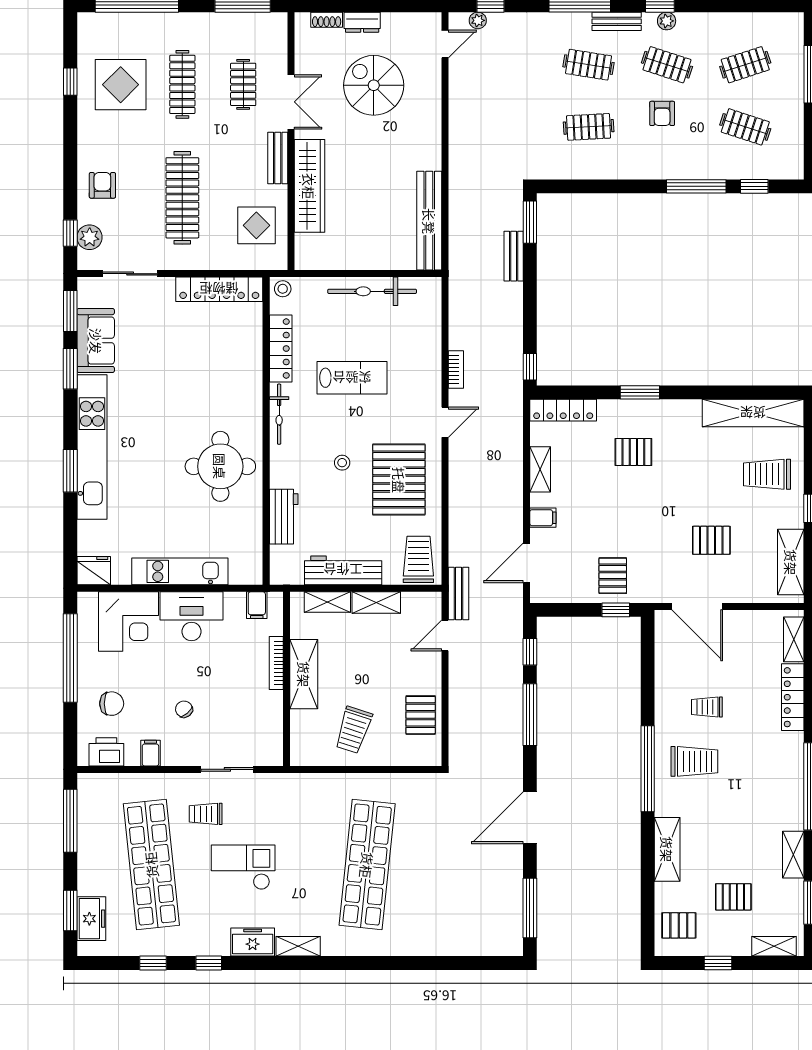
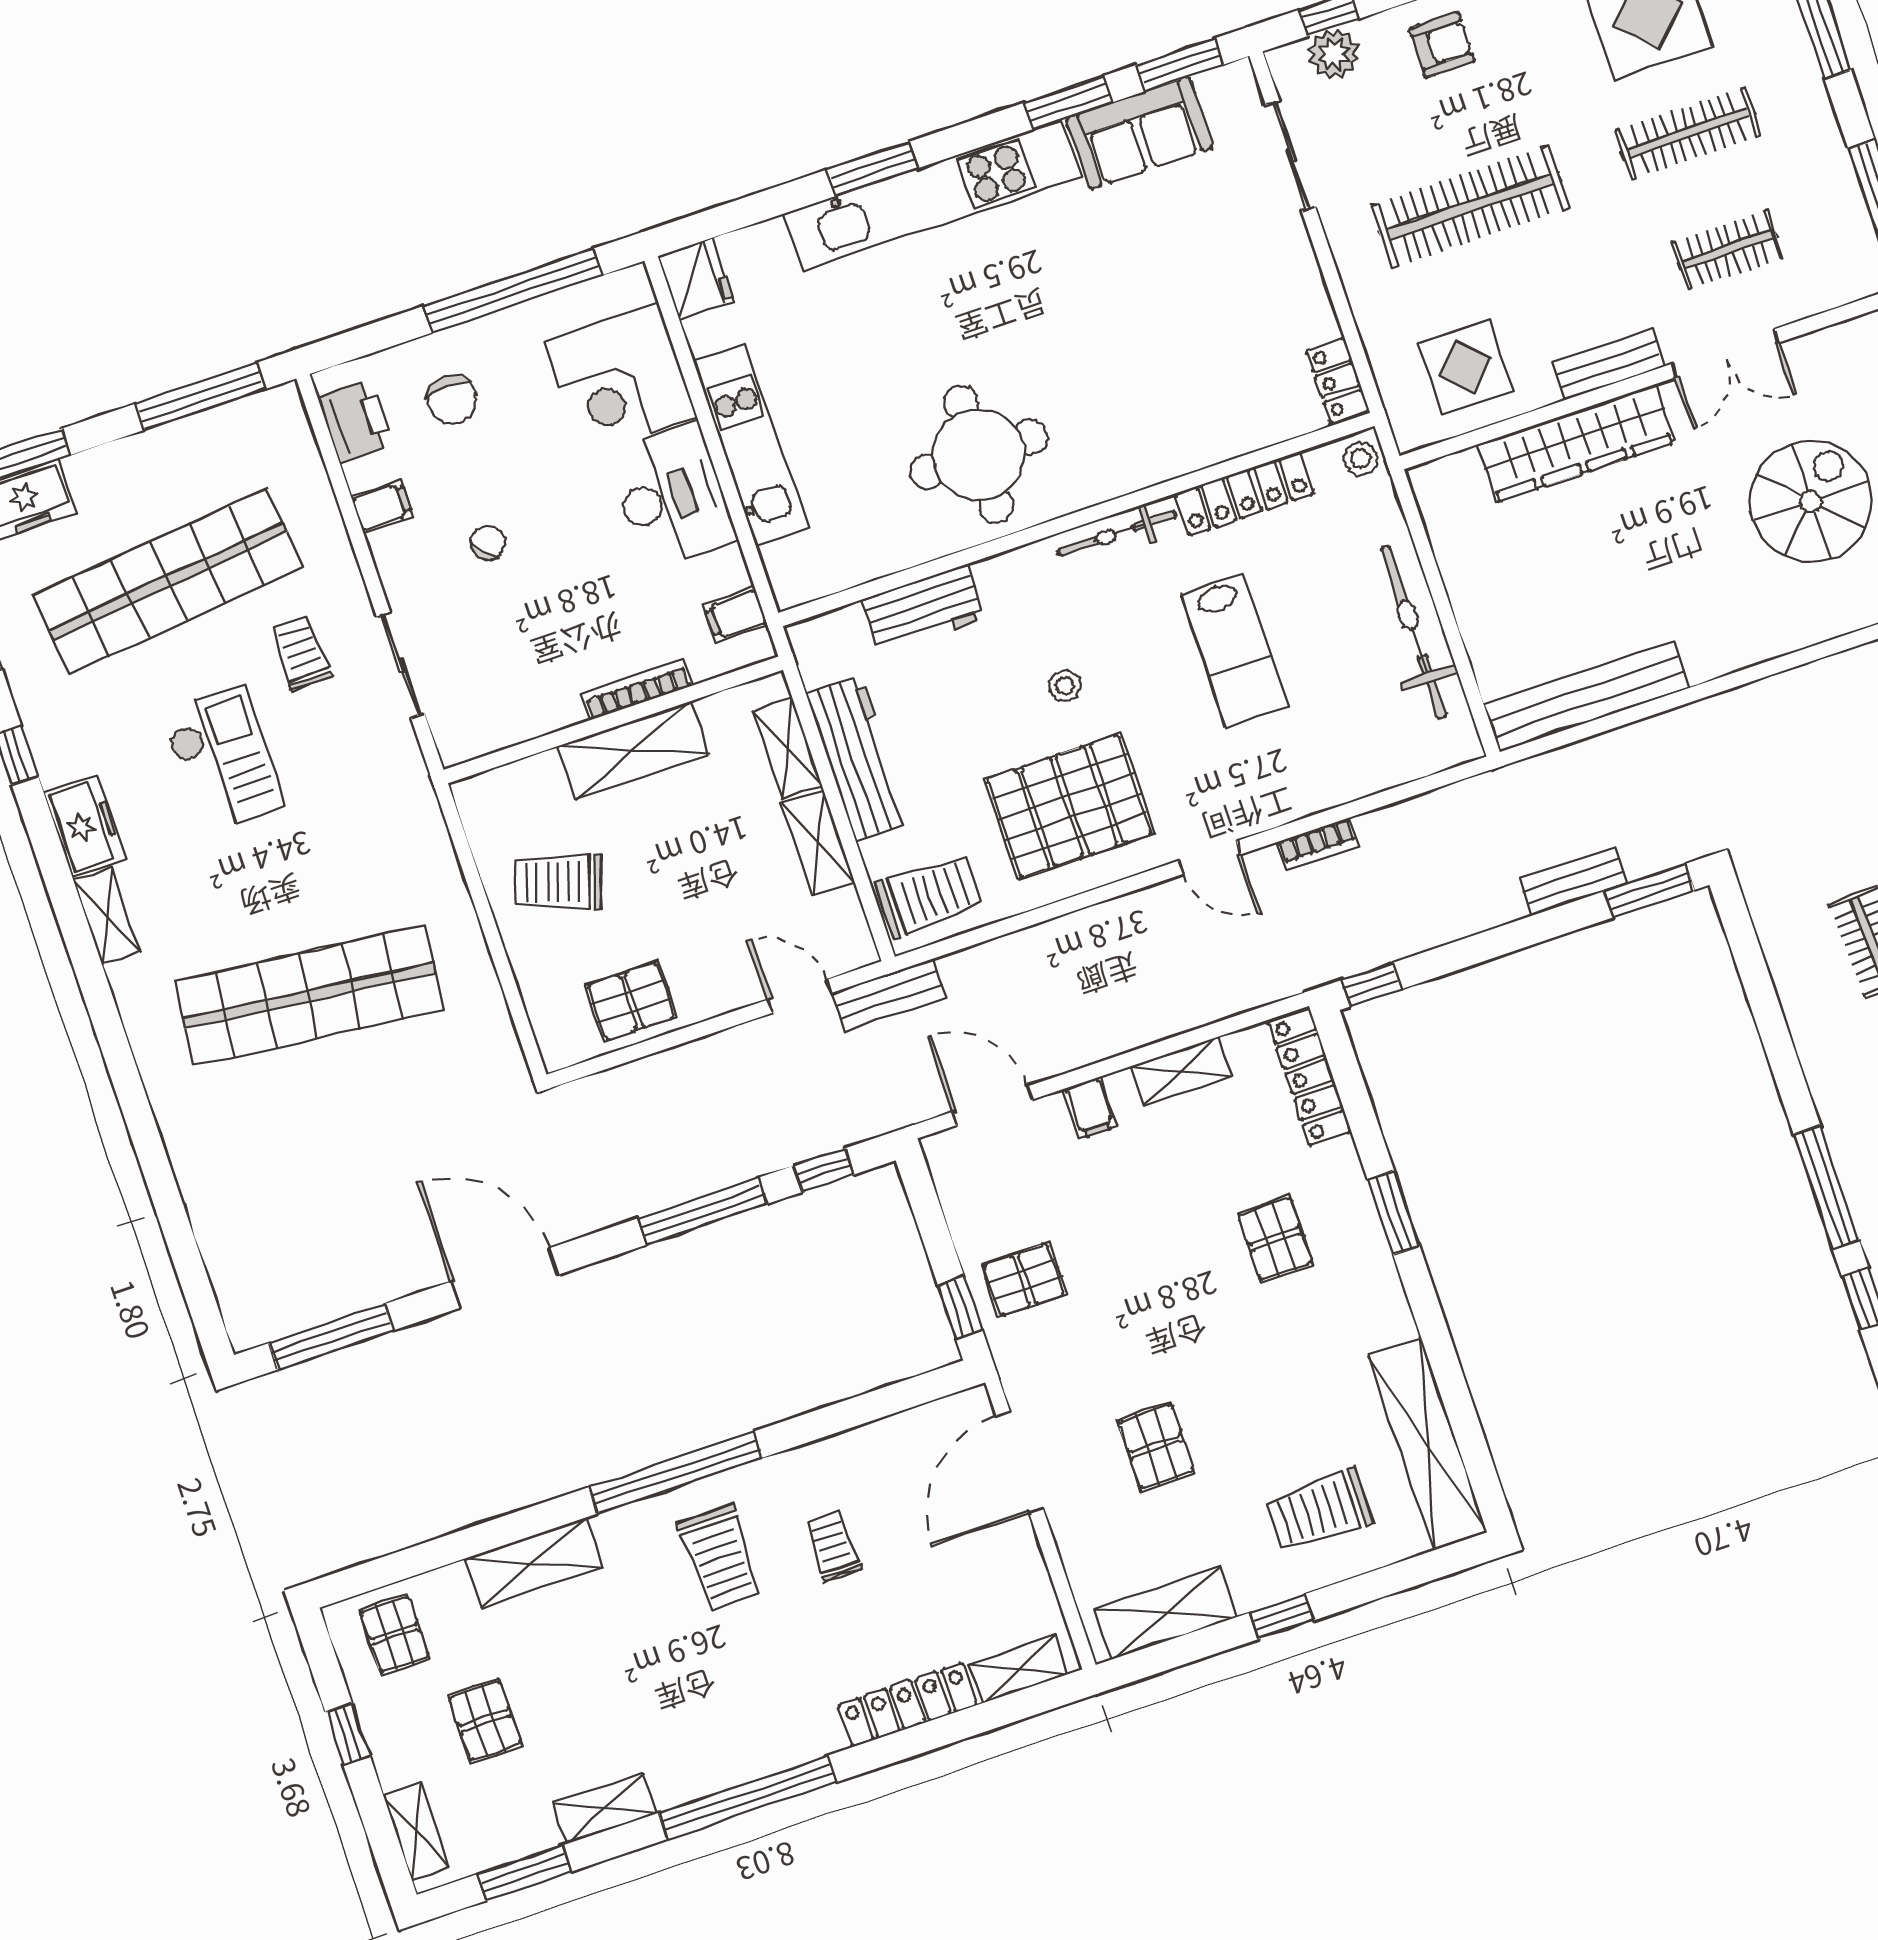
locker: (219, 289) -> (1338, 381), width x0.46, depth x0.83
trolley: (767, 474) -> (1319, 1510), turned -90

